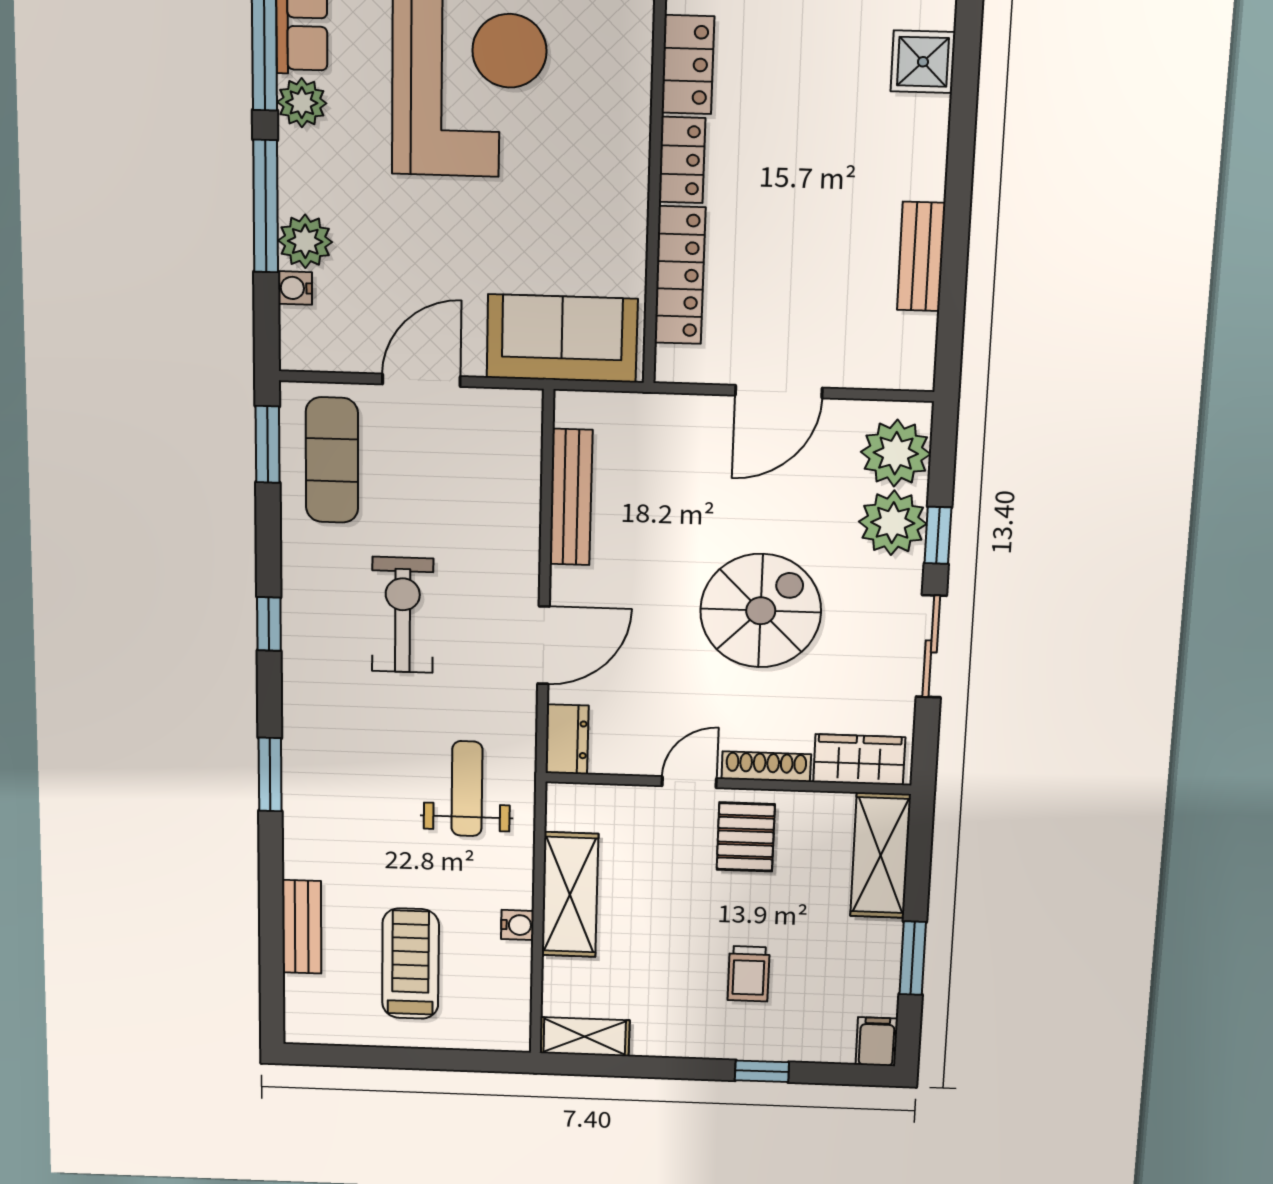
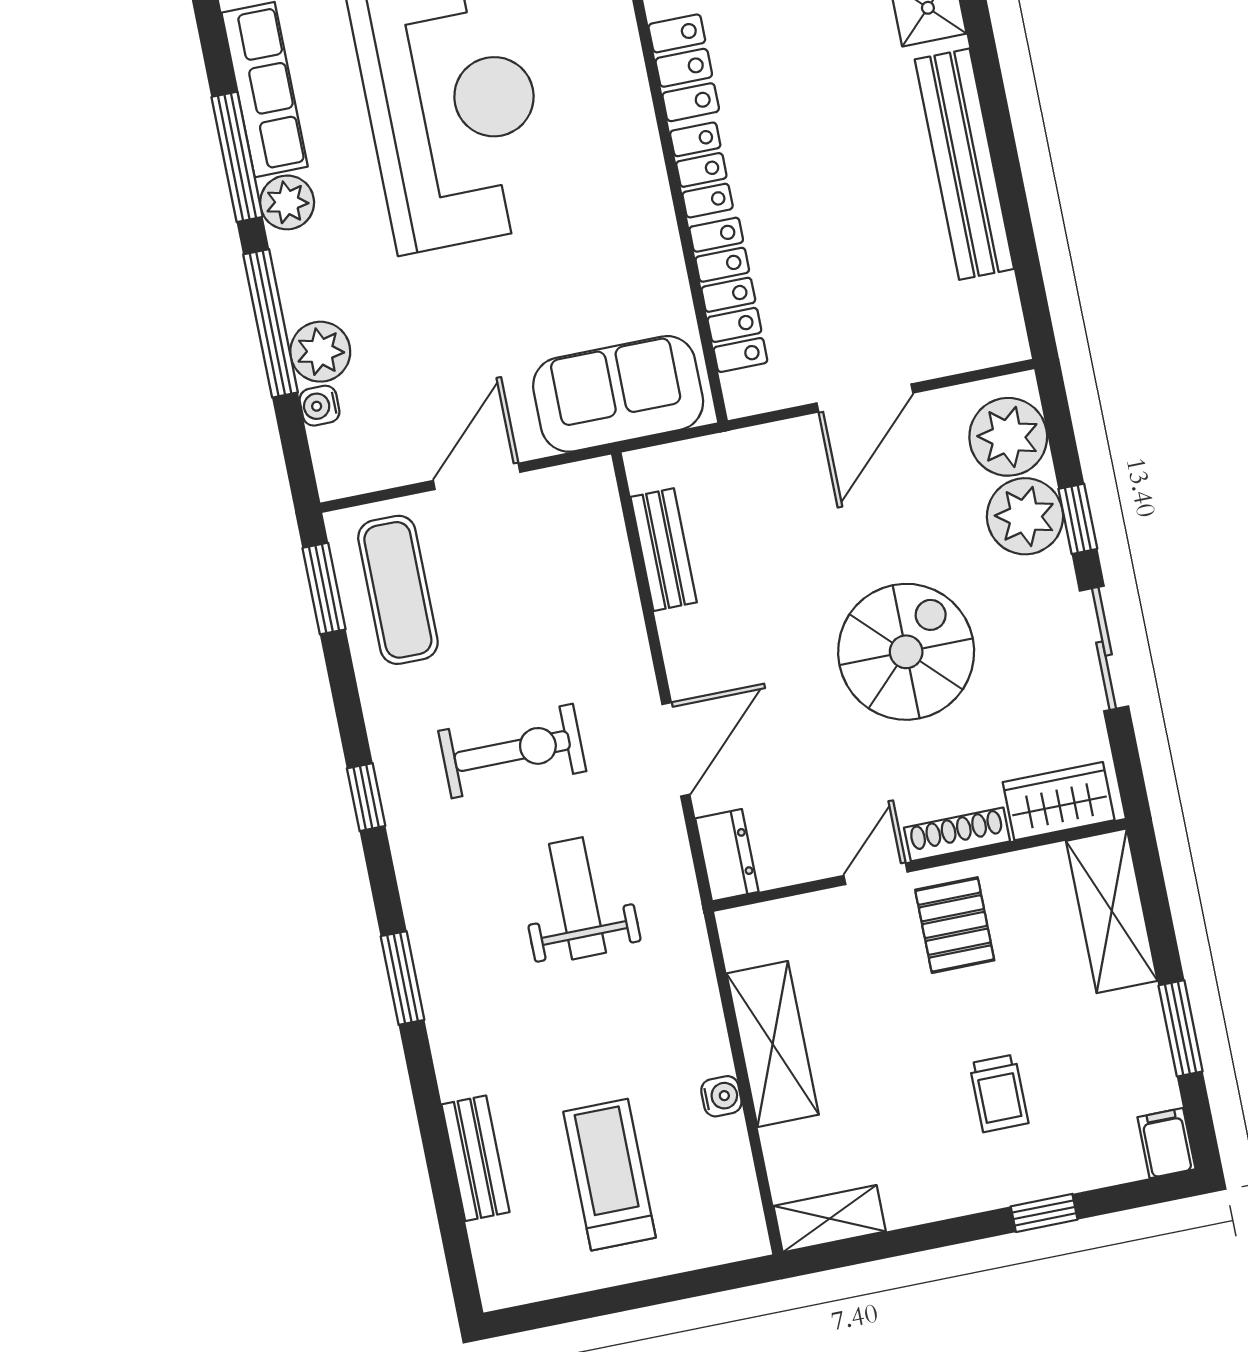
bench: (921, 257) -> (964, 164), width x1.86, depth x1.21
bench: (571, 497) -> (664, 550), width x0.73
exercise bike: (403, 615) -> (512, 751), turned 90
weight bench: (467, 789) -> (577, 898), moved

